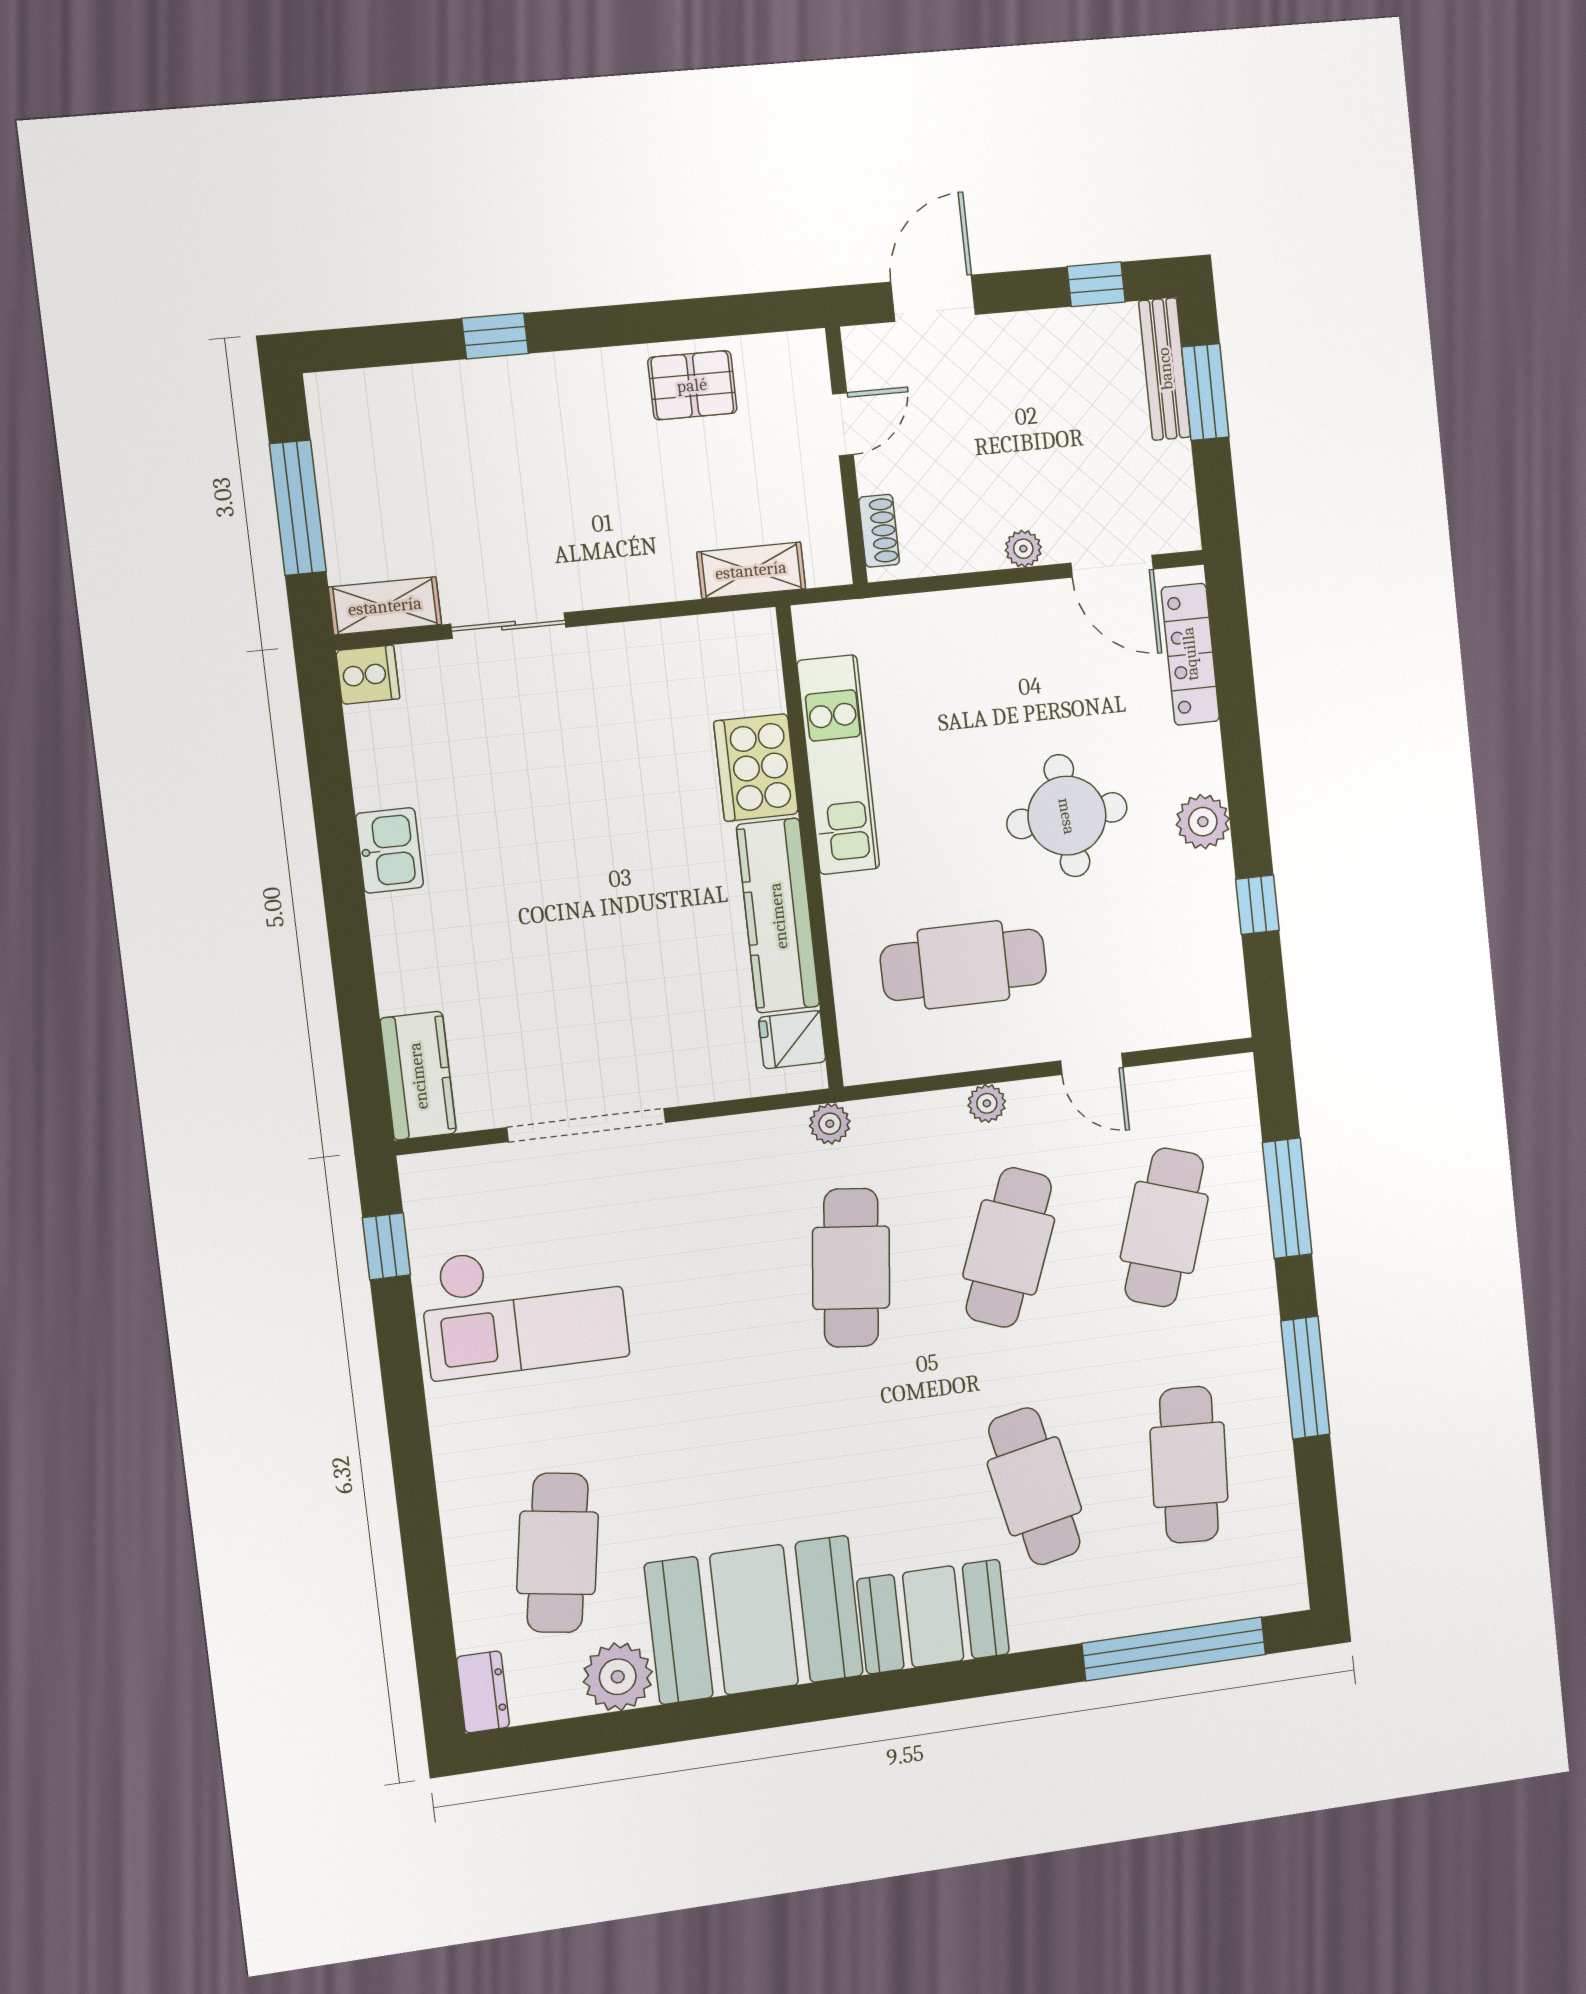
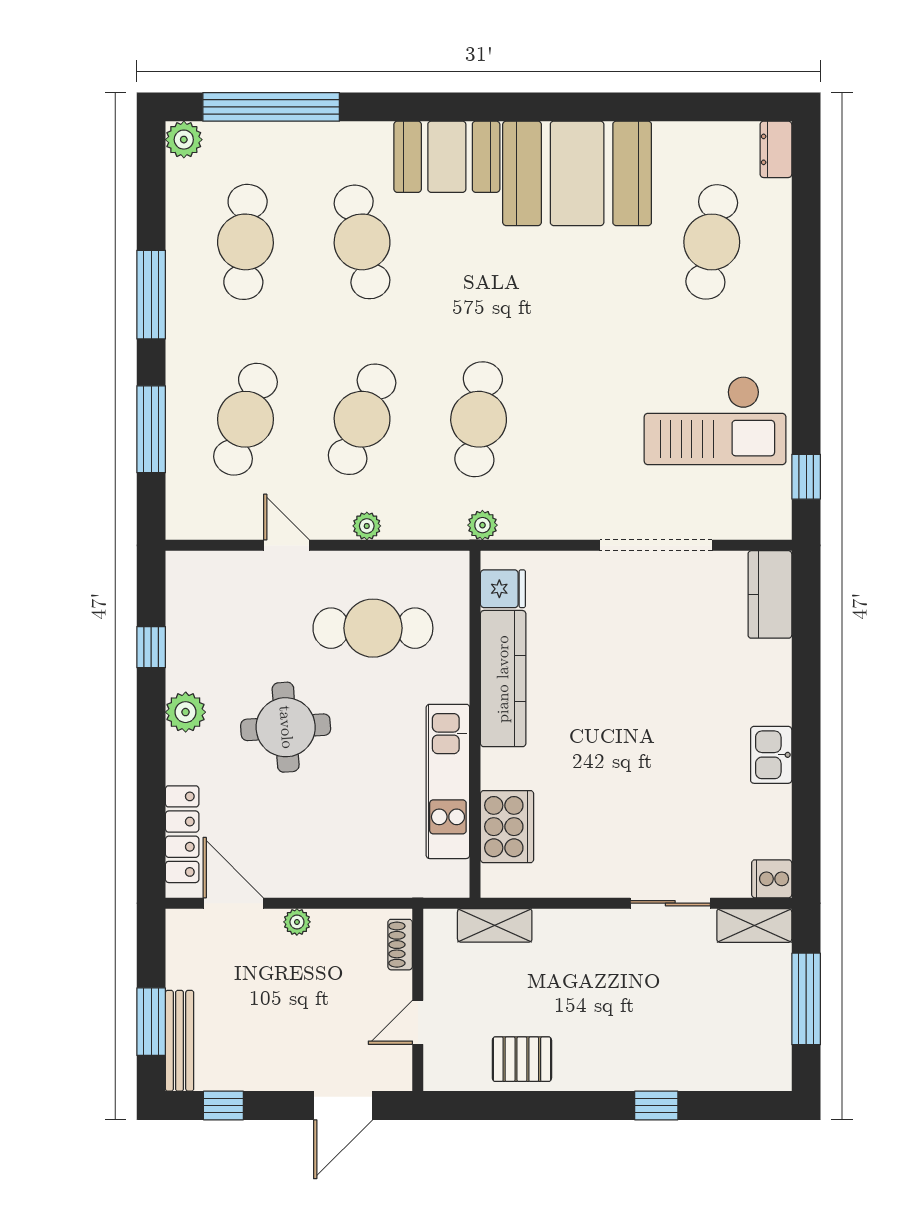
cooker: (756, 767) -> (507, 827), moved
checkout: (524, 1308) -> (715, 420), turned 180
plant: (618, 1677) -> (184, 140), moved, width x0.73, depth x0.73

